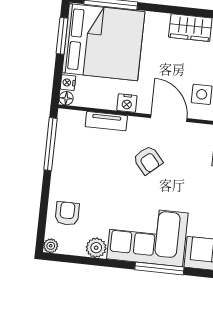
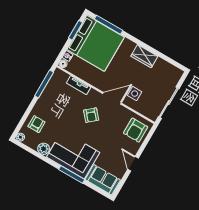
nightstand: (127, 103) -> (94, 81), removed
door: (169, 118) -> (112, 98), hinge flipped

